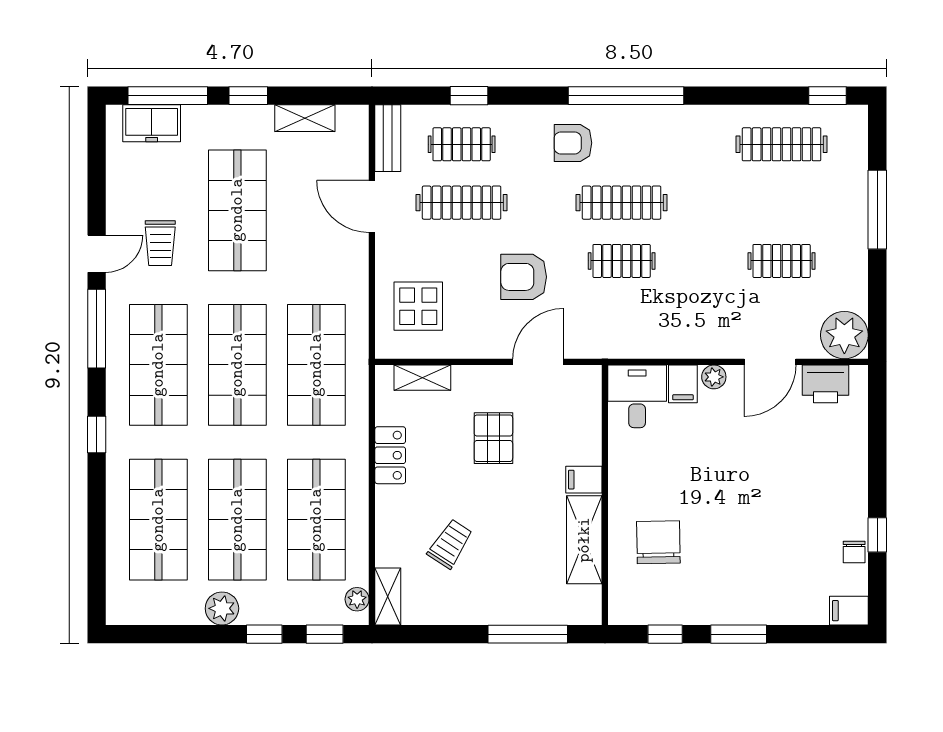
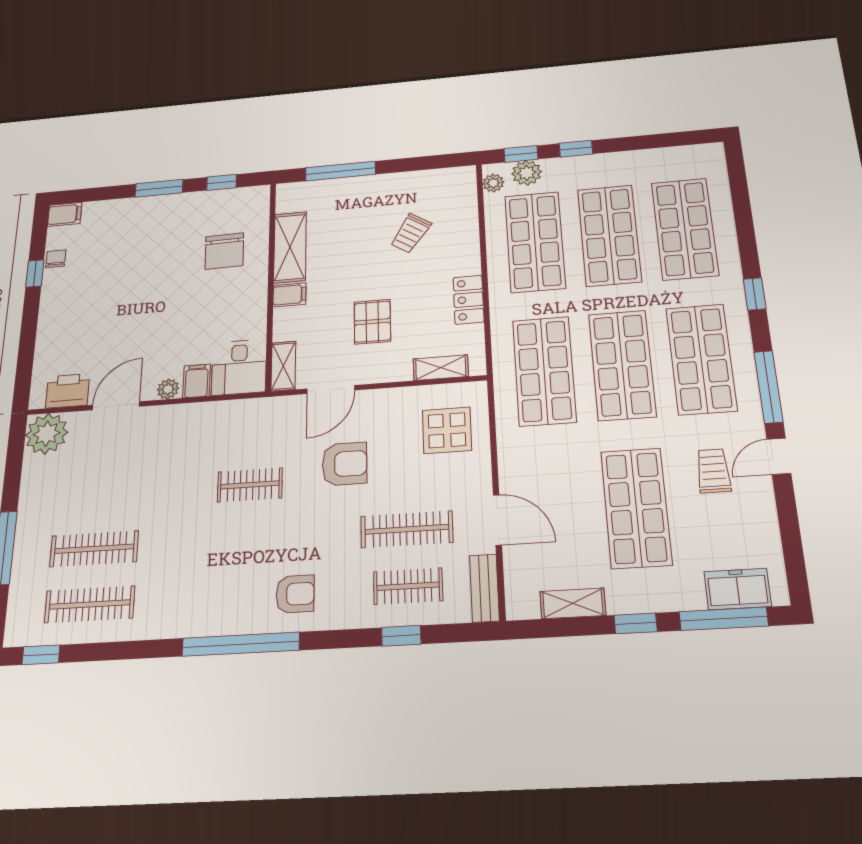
clothes rail: (622, 203) -> (248, 539), removed
clothes rail: (782, 261) -> (94, 549), moved, width x1.36
shelving: (388, 596) -> (283, 366), moved
plant: (222, 608) -> (527, 173), moved

